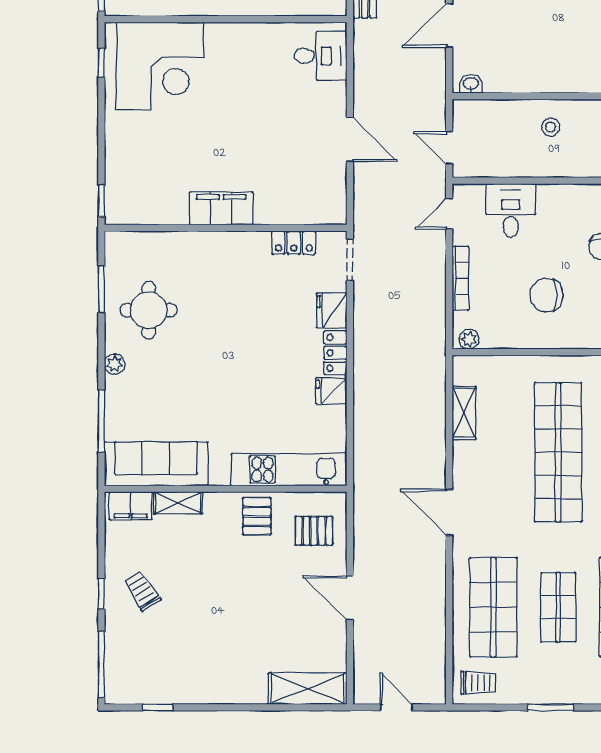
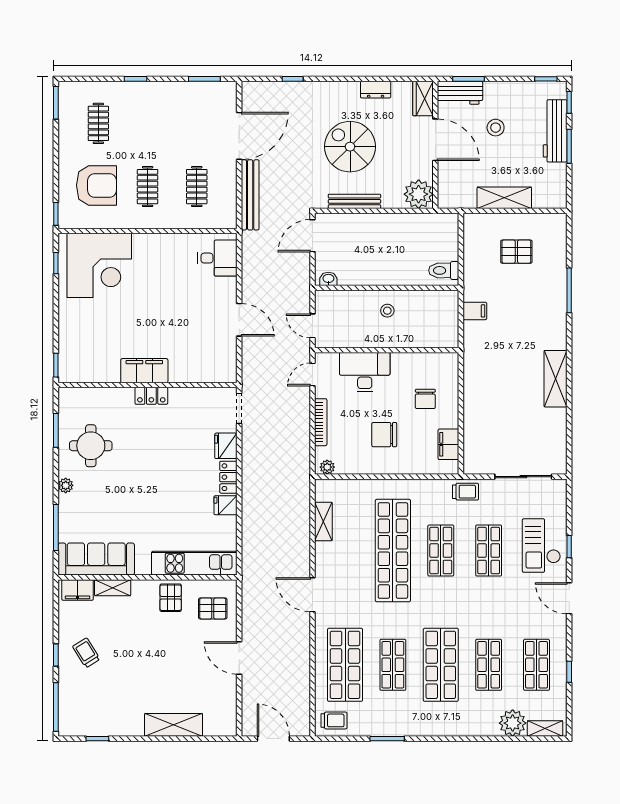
desk: (511, 210) -> (365, 372), width x1.37
locker: (294, 243) -> (151, 396), moved
shelving: (308, 689) -> (174, 725), moved
door: (396, 707) -> (273, 739), width x1.38

